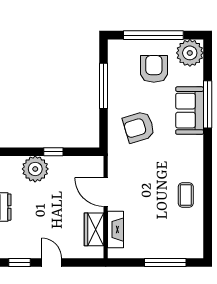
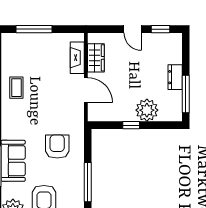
armchair: (139, 127) -> (57, 147), turned -73

